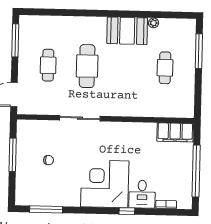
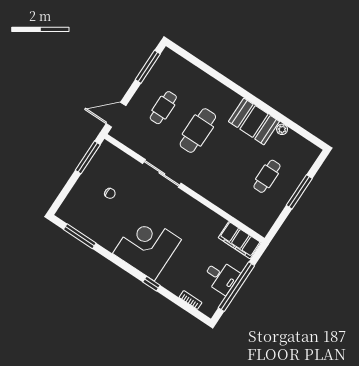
window: (199, 51) -> (299, 192), moved
window: (13, 155) -> (88, 157), moved
desk: (142, 194) -> (221, 277), moved, turned -90

